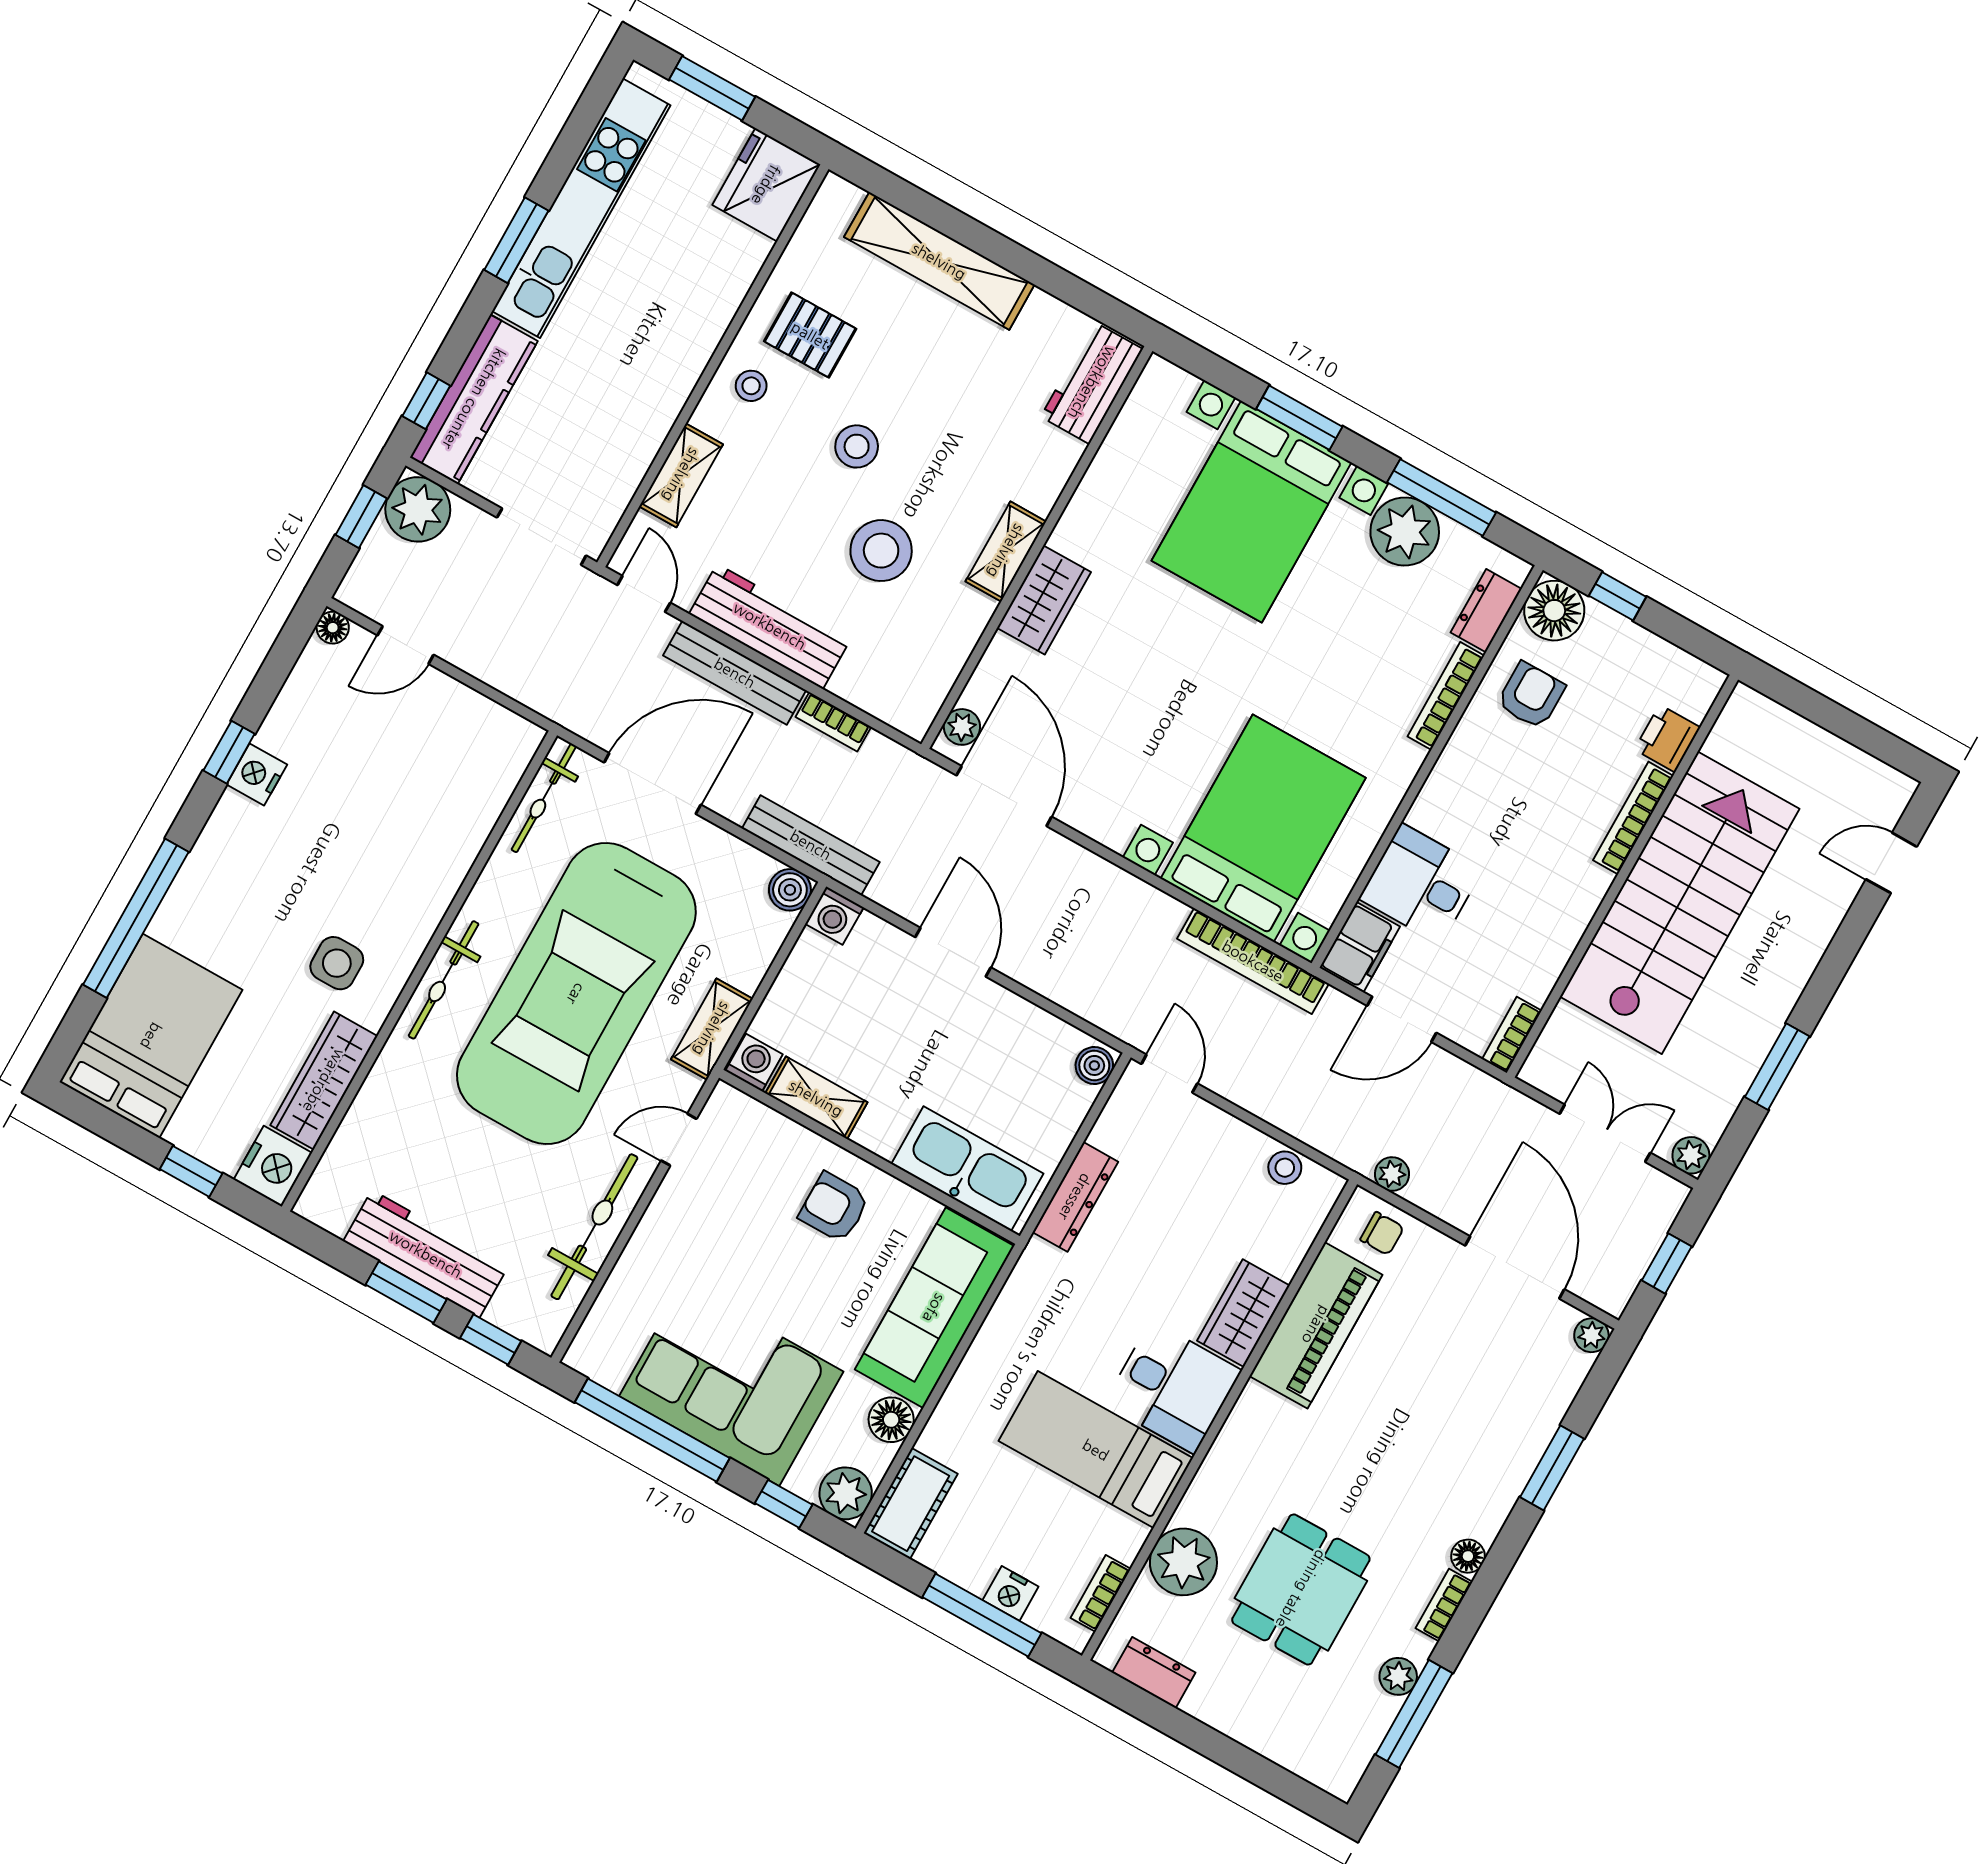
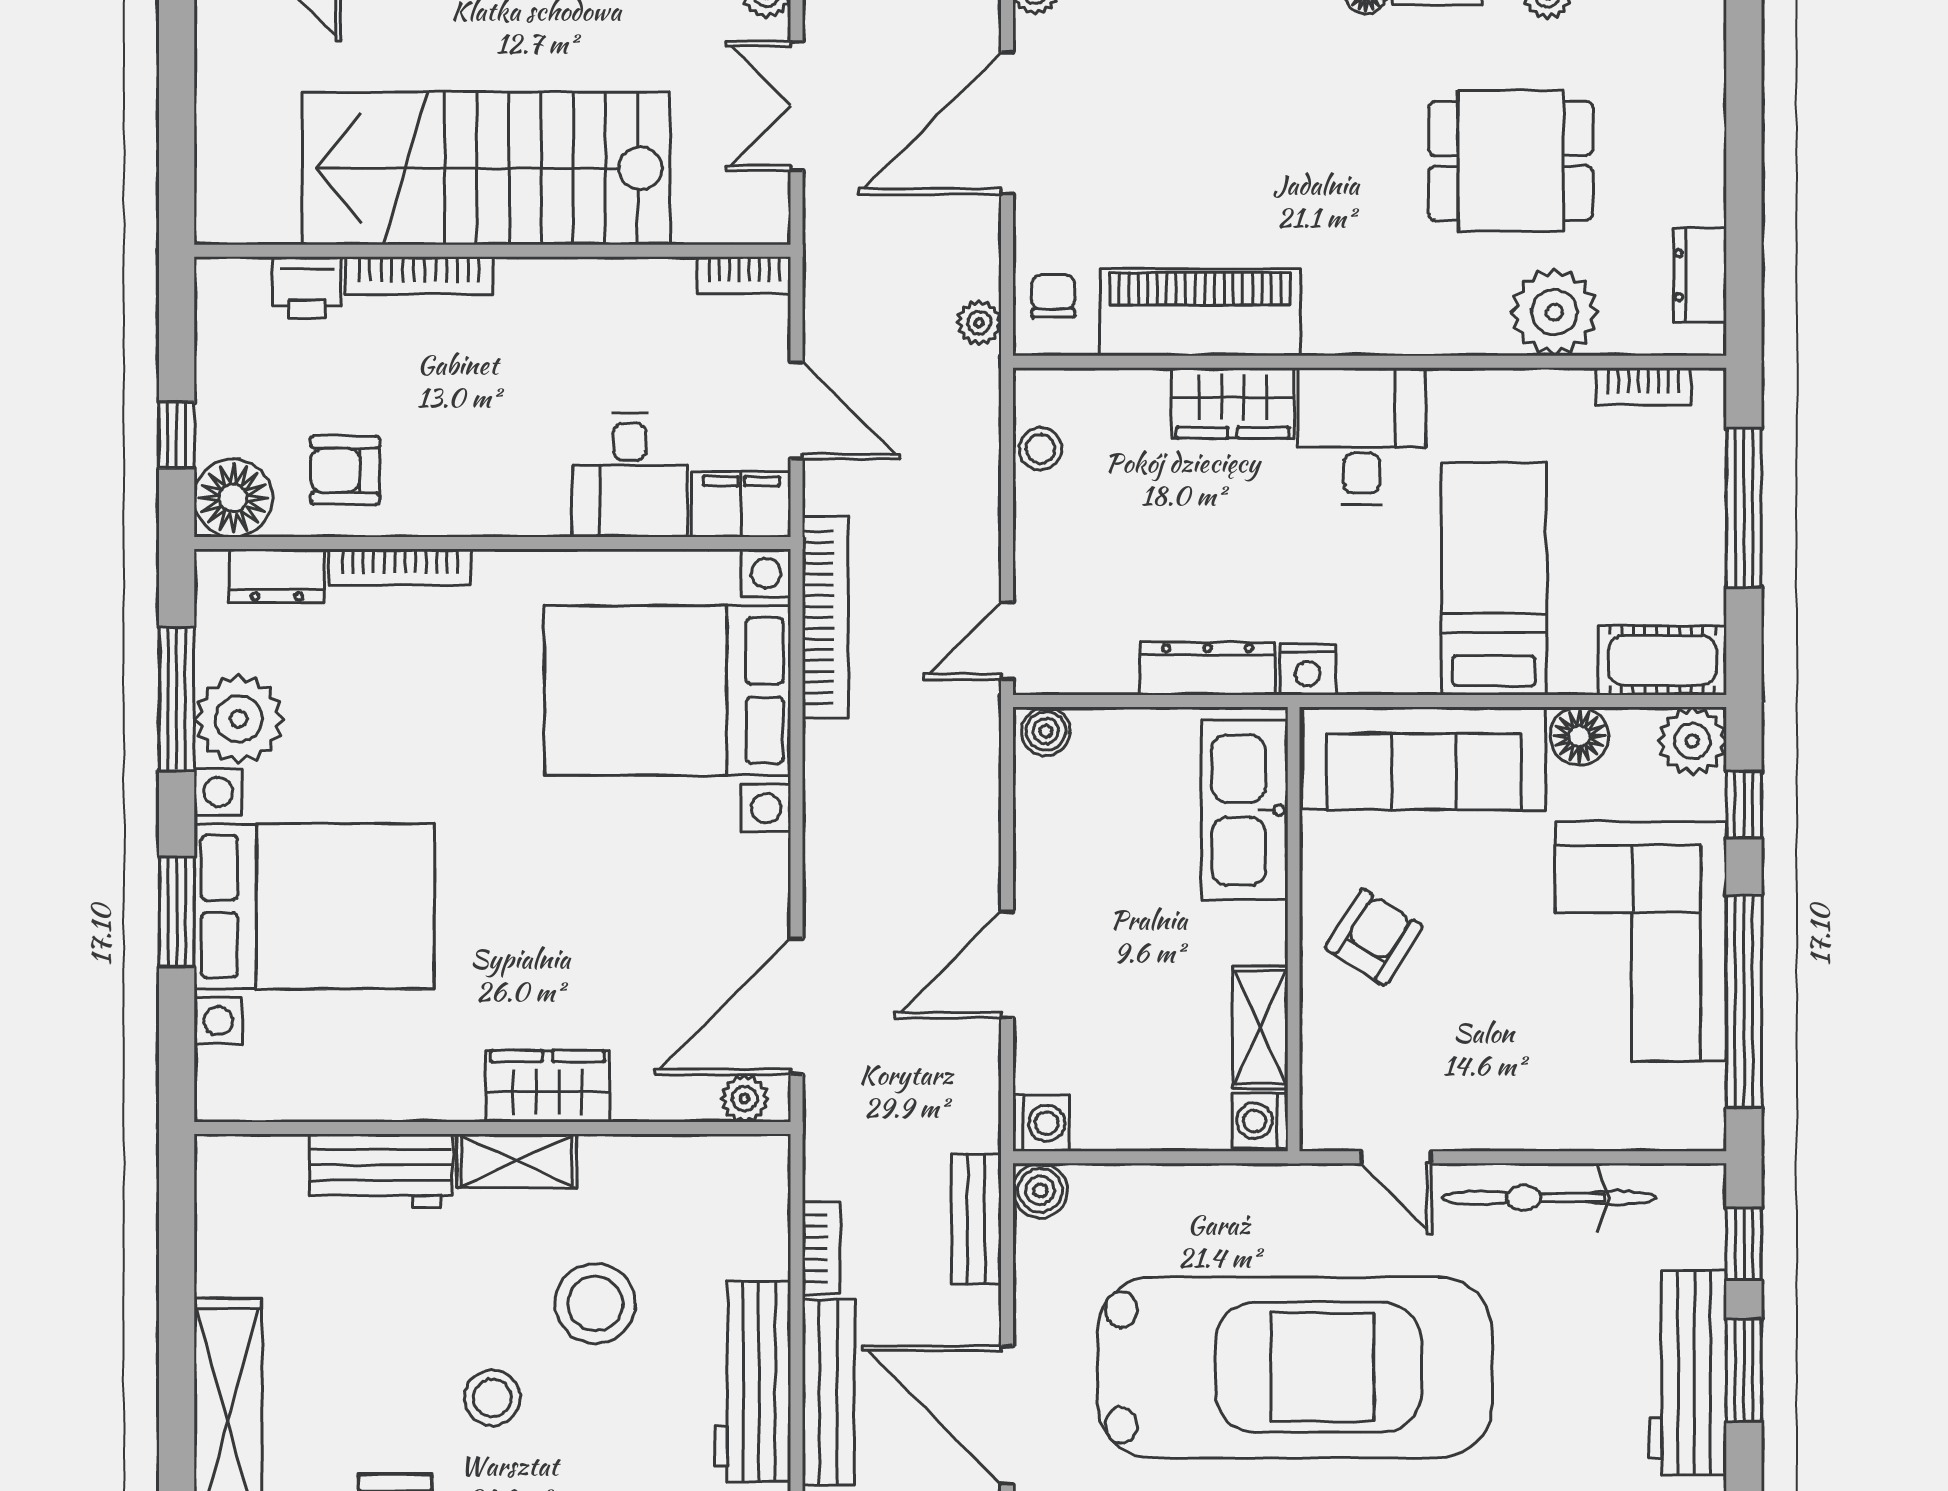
workbench: (1092, 383) -> (381, 1171), moved
bench: (811, 845) -> (976, 1219), width x0.73
shelving: (712, 1029) -> (1249, 1190), removed
armchair: (834, 1207) -> (1374, 937), turned -148
bed: (1096, 1450) -> (1494, 579), moved, turned 180
nightstand: (1011, 1593) -> (1308, 670), moved, turned 90

